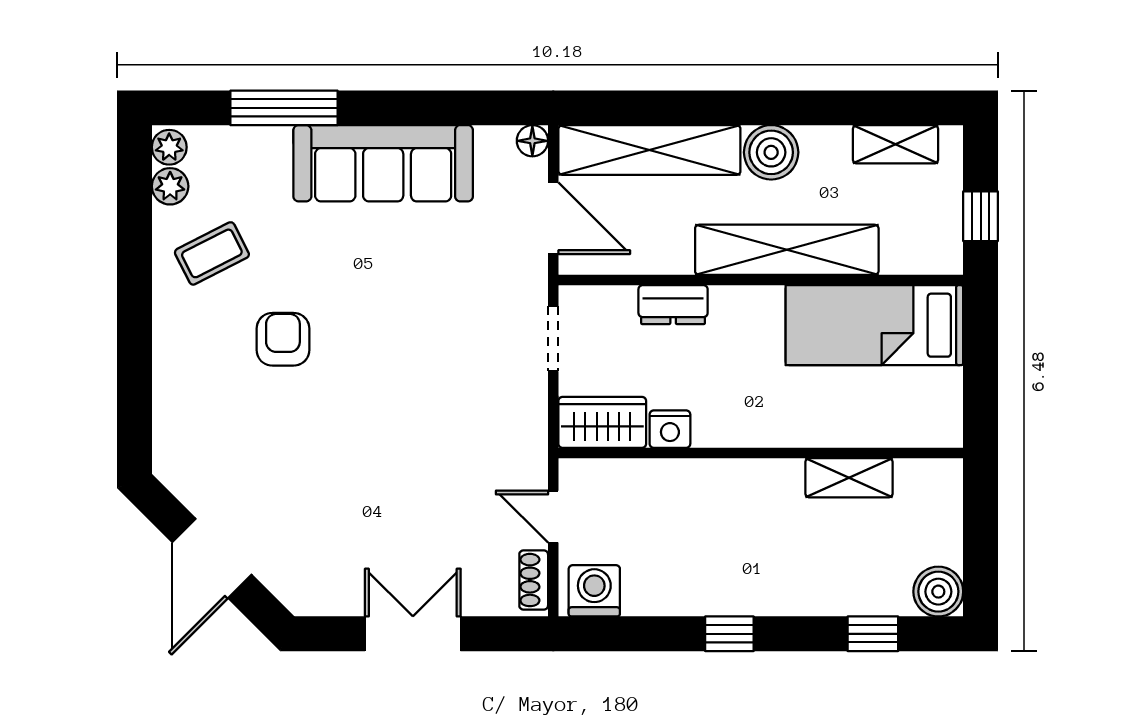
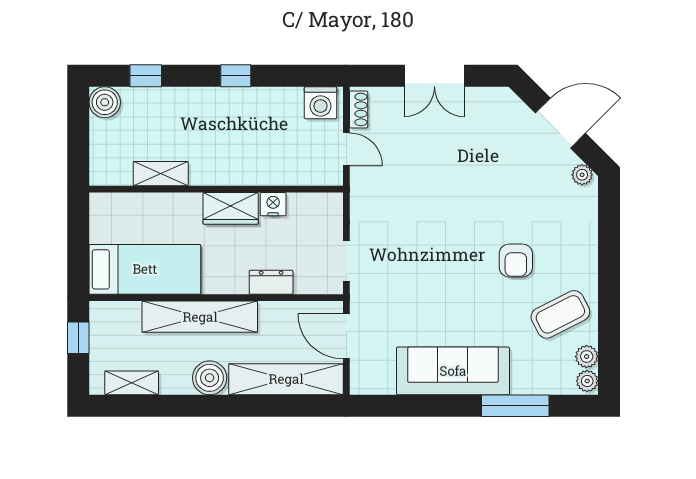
floor lamp: (532, 141) -> (359, 385), removed
coffee table: (212, 253) -> (560, 314), width x1.36, depth x1.30
wardrobe: (602, 422) -> (231, 208), moved
plant: (177, 476) -> (582, 175), added
door: (212, 558) -> (560, 123), hinge flipped

